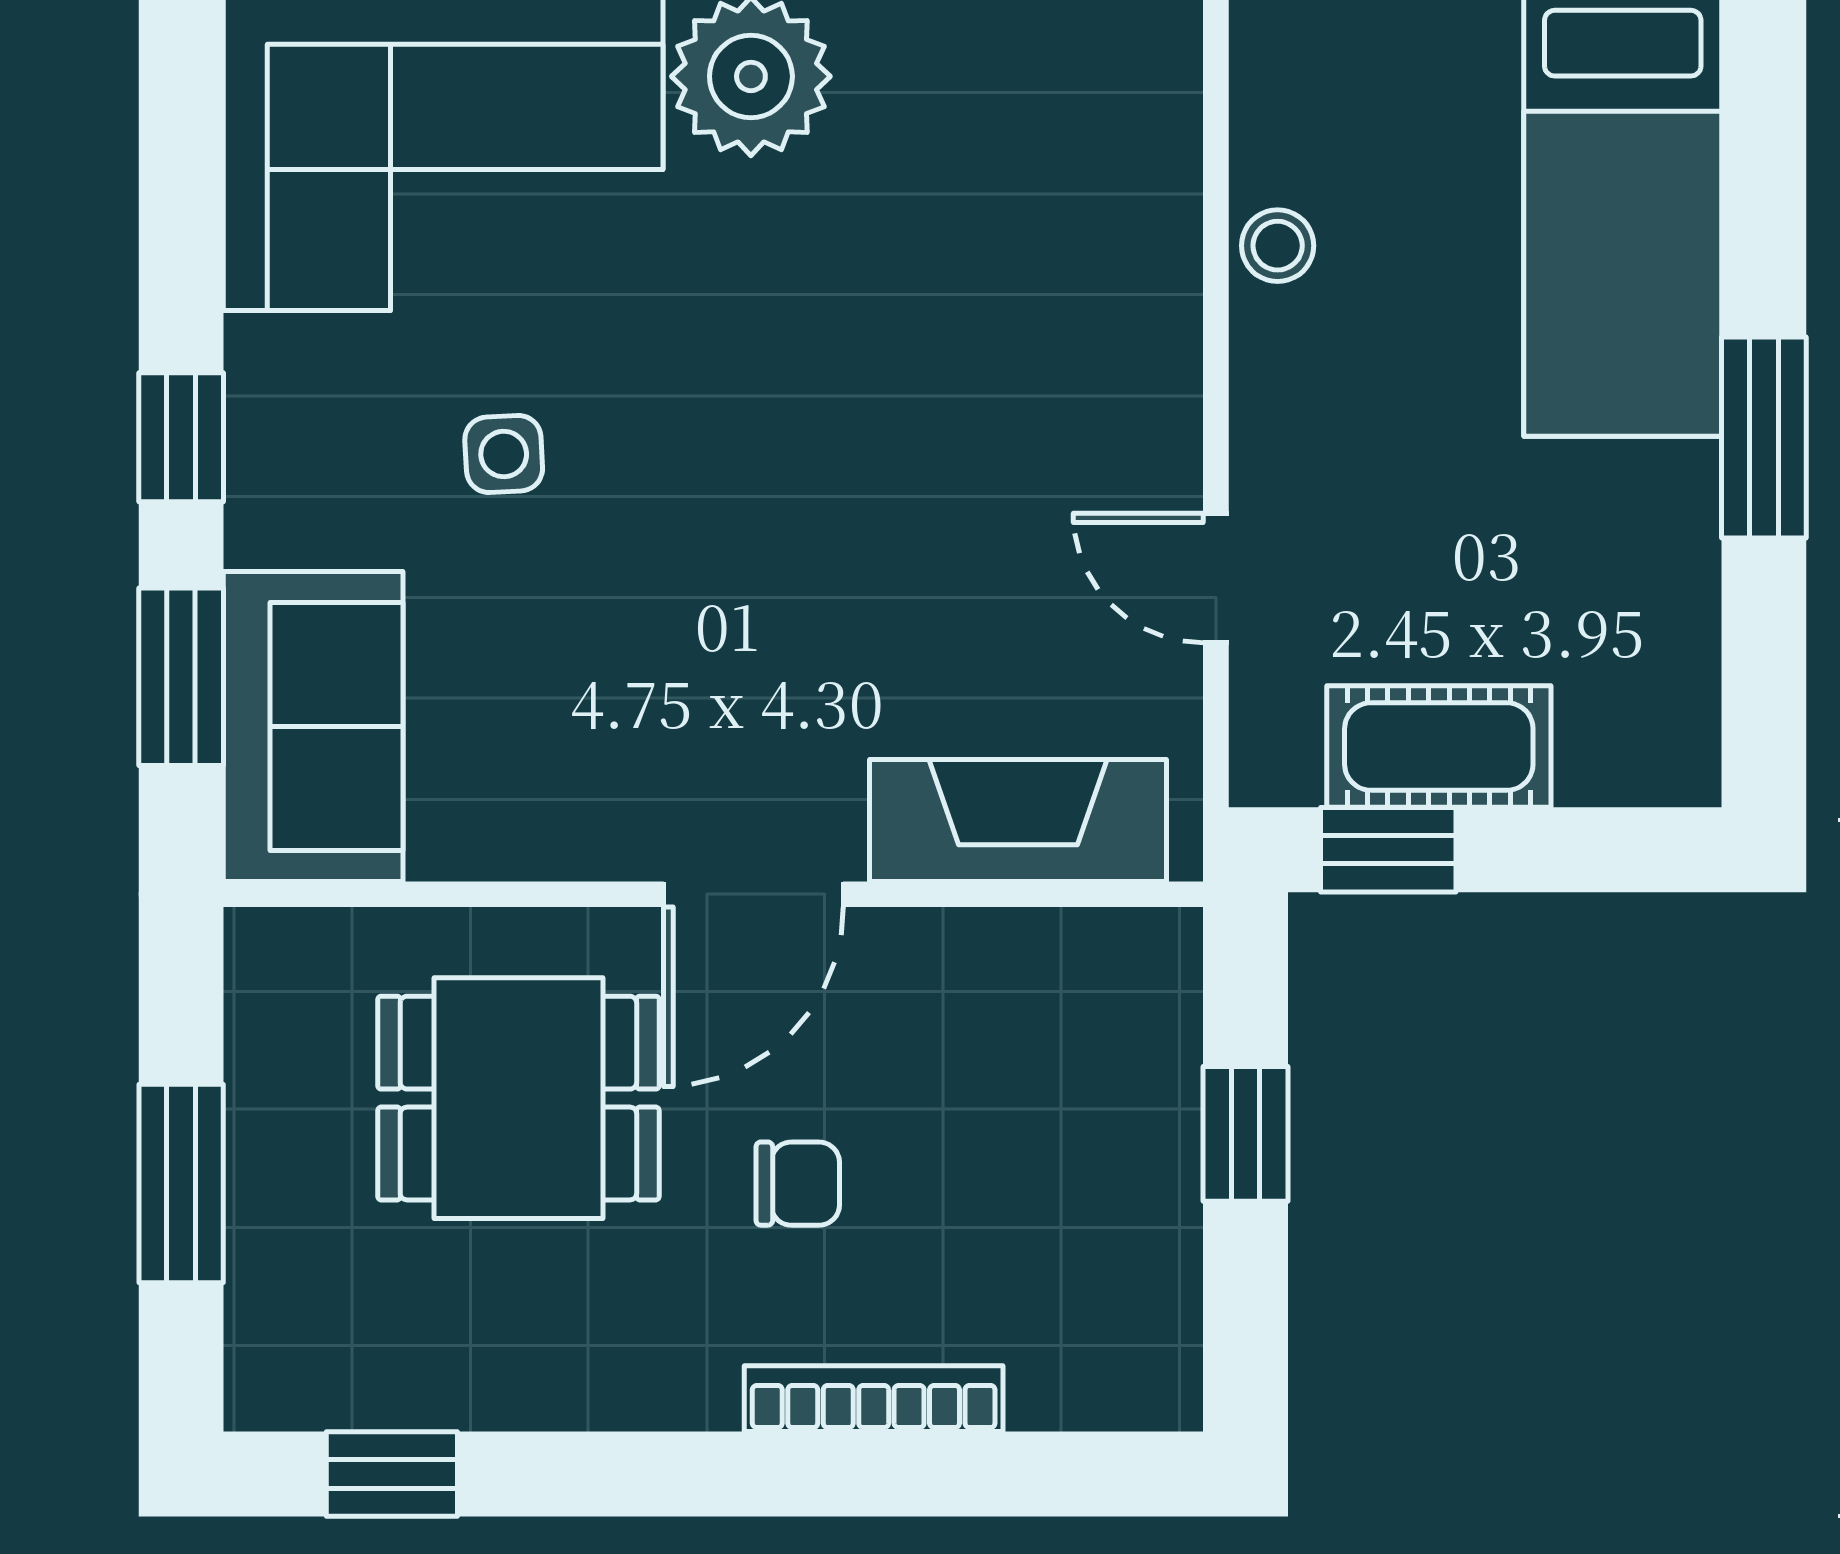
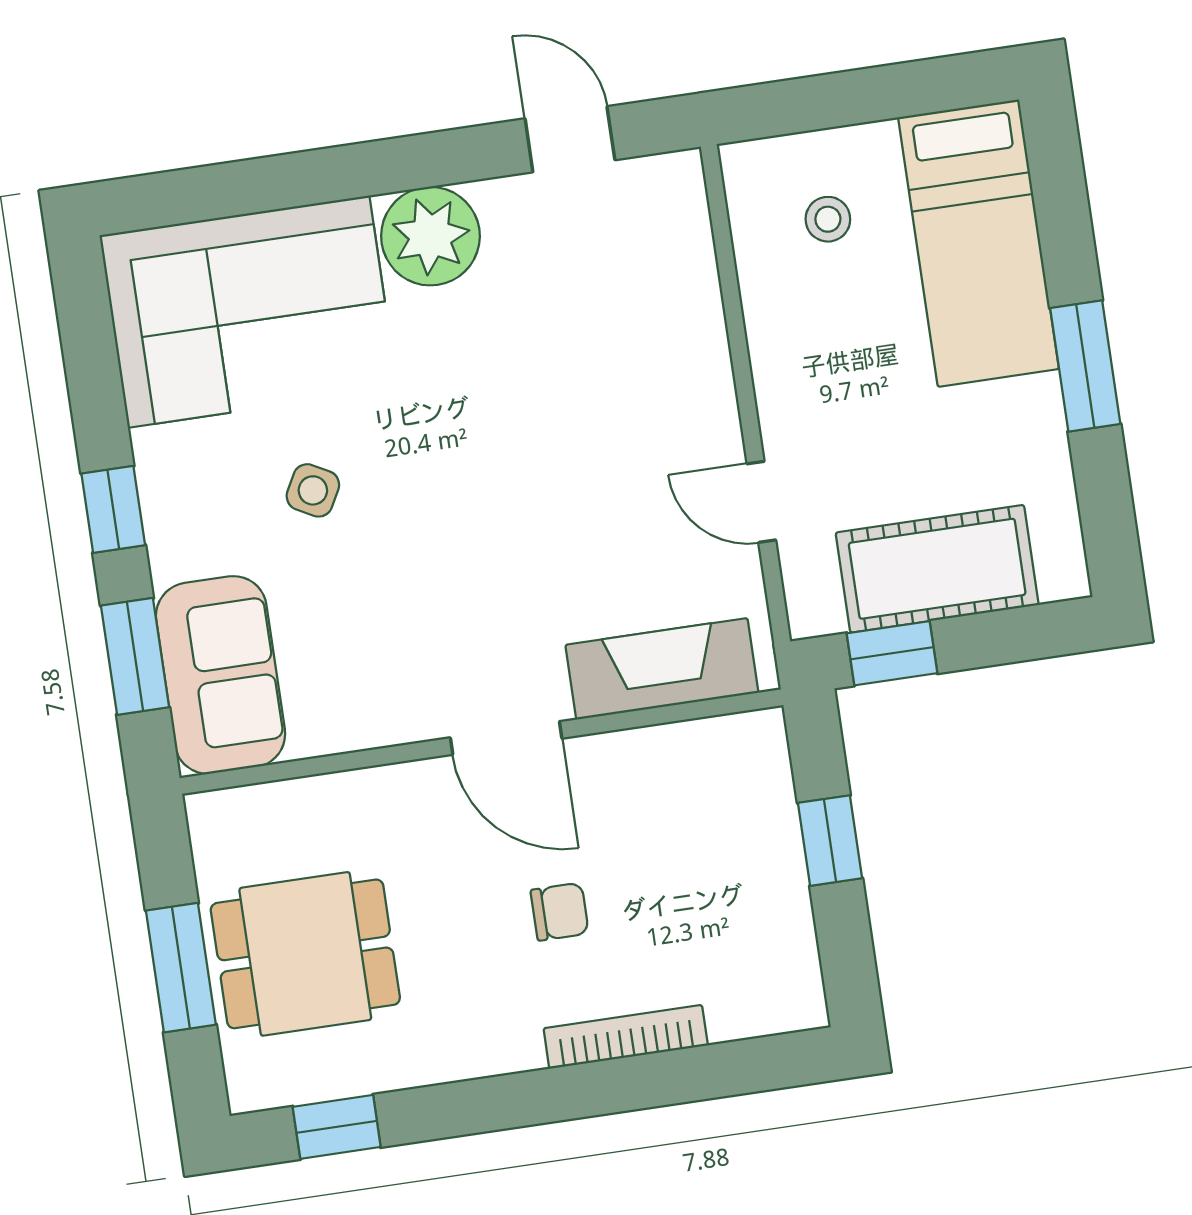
stool: (1278, 246) -> (828, 219), moved
side table: (504, 454) -> (313, 490), turned 31
cot: (1439, 747) -> (937, 569), width x1.37, depth x1.34
door: (753, 894) -> (506, 738), hinge flipped
dining table: (518, 1098) -> (305, 954), moved

